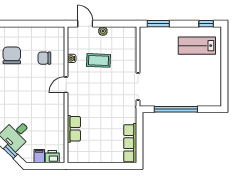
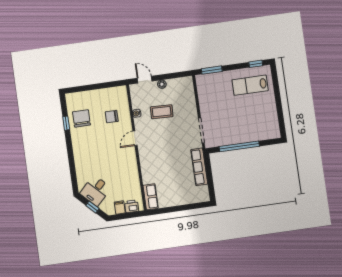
row of seats: (74, 129) -> (151, 197), moved
row of seats: (130, 143) -> (199, 167), moved

